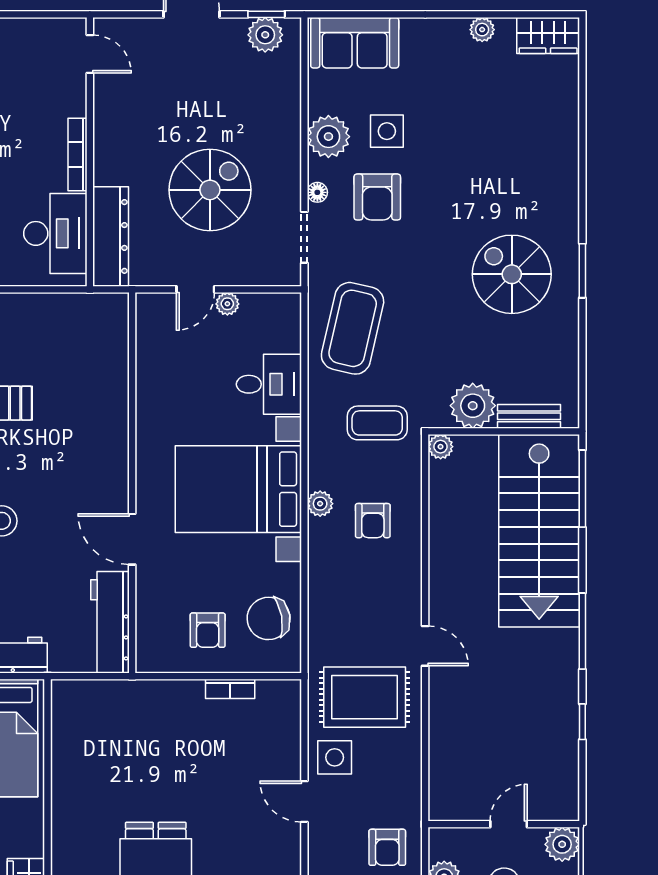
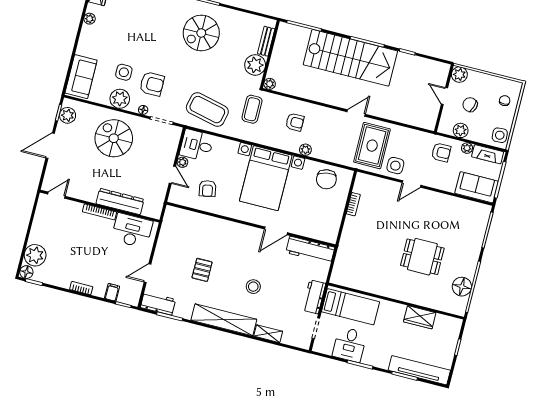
spiral stairs: (210, 190) -> (114, 138), moved
dresser: (111, 236) -> (120, 201), moved
desk: (269, 384) -> (197, 145), moved, turned -90
plant: (320, 504) -> (305, 150), moved
stairs: (539, 531) -> (350, 58), moved
armchair: (208, 630) -> (208, 188), moved, turned 79

